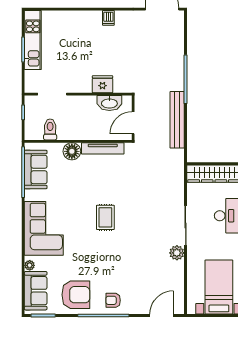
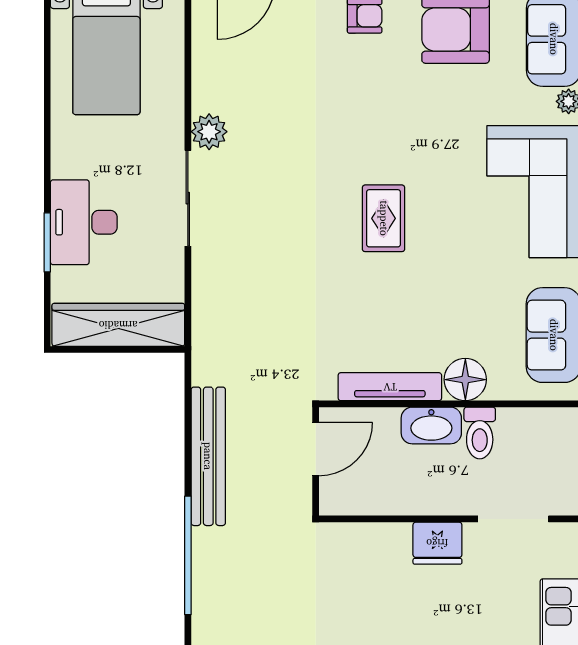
fridge: (102, 84) -> (437, 543), moved
washbasin: (109, 103) -> (431, 425), moved, turned 180
toilet: (50, 129) -> (480, 433), moved

